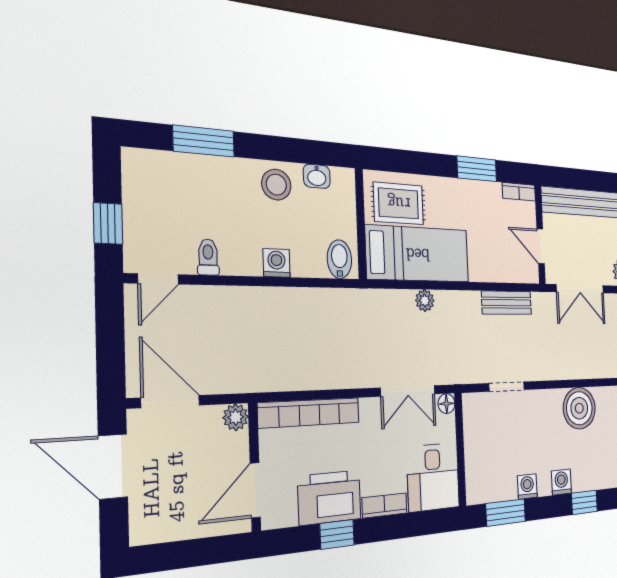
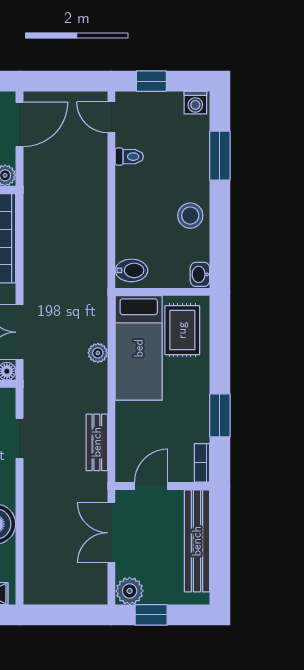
washbasin: (317, 176) -> (200, 274), moved
washing machine: (277, 263) -> (195, 103), moved, turned 90

